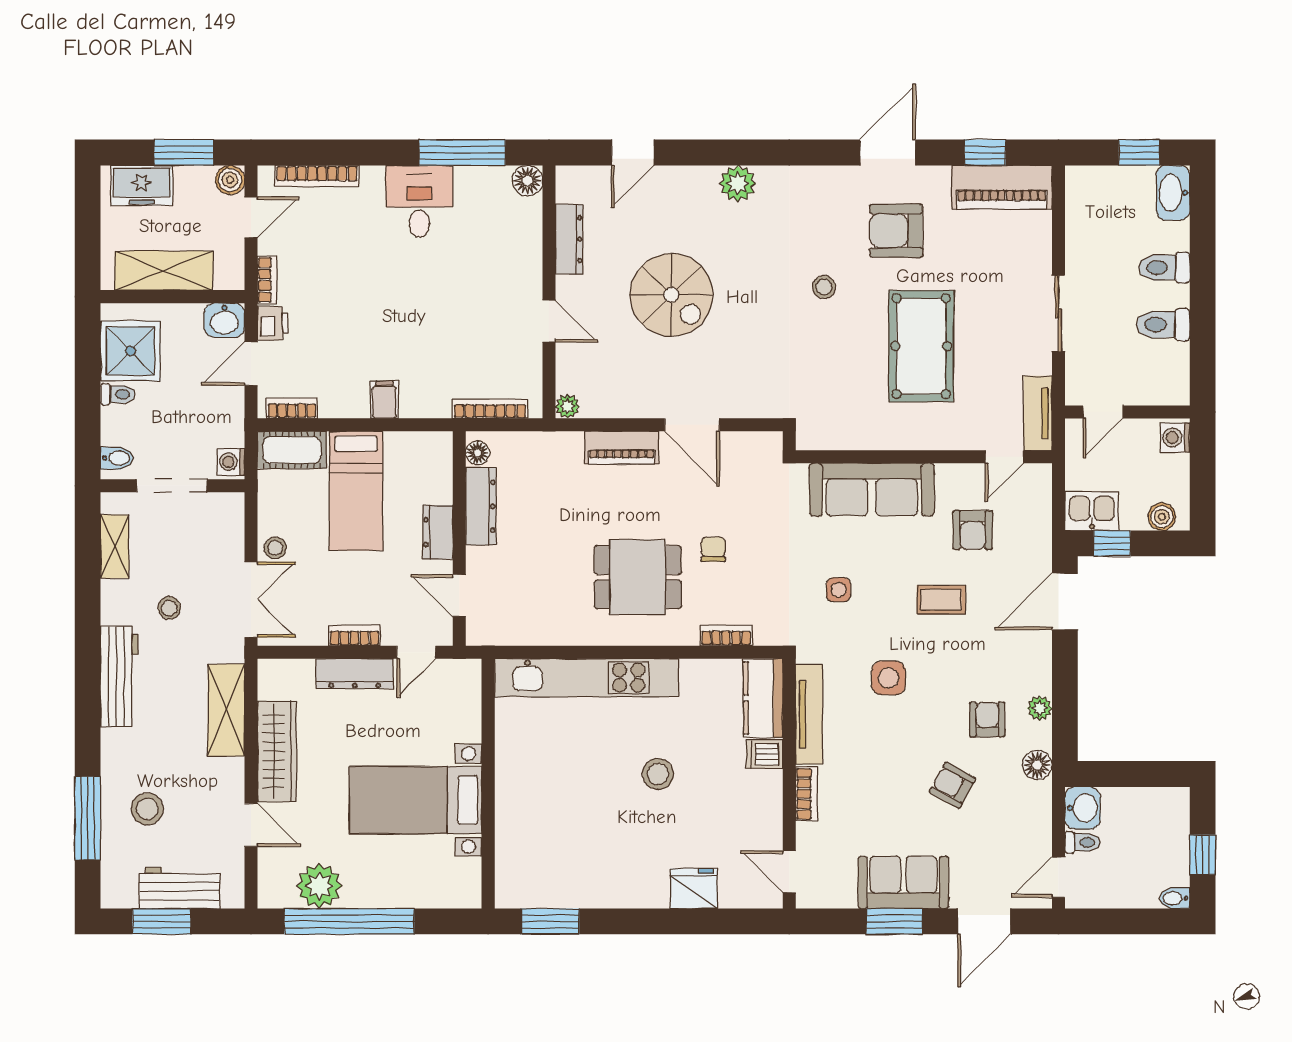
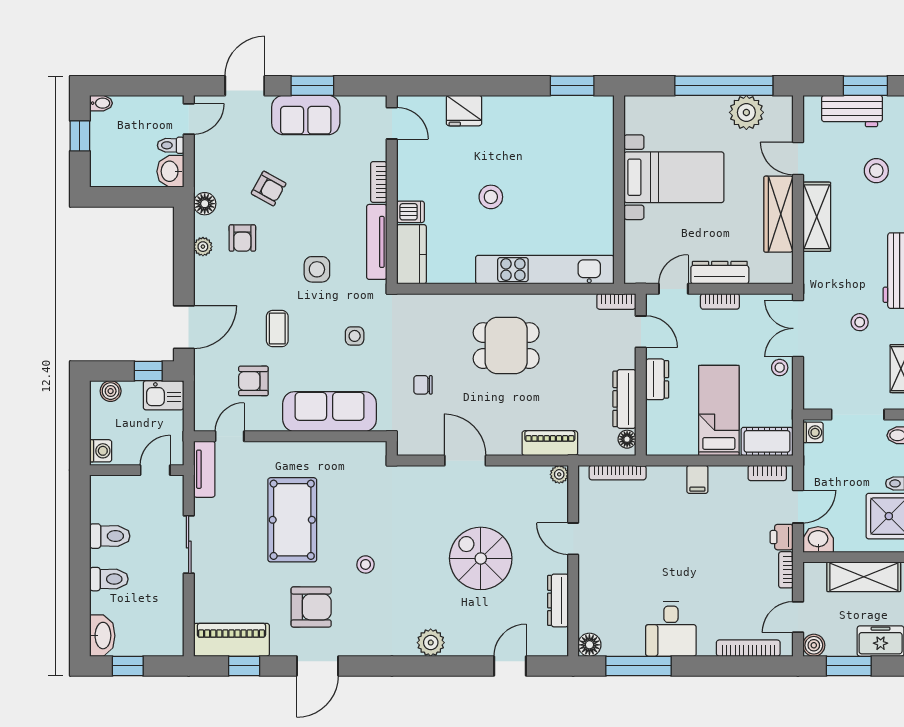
piano: (622, 448) -> (550, 443), moved
armchair: (973, 530) -> (253, 381), turned -90
chair: (713, 549) -> (423, 385), moved, turned 90
coffee table: (941, 600) -> (277, 329), turned 90
bookcase: (726, 635) -> (616, 301), moved
shelving: (226, 710) -> (817, 217), moved

